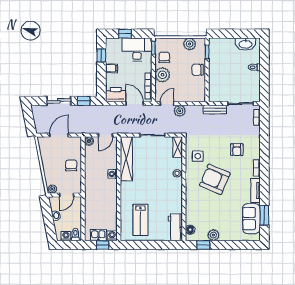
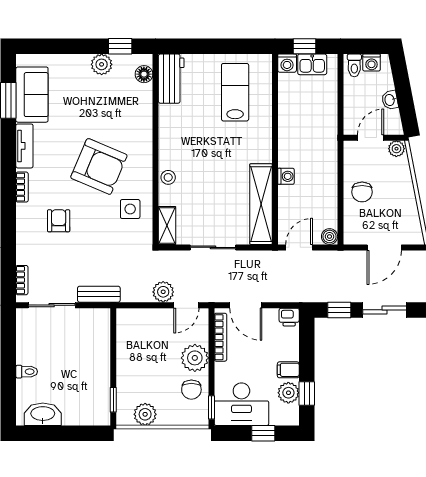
plant: (111, 56) -> (288, 393), added
chair: (198, 70) -> (130, 367), removed
printer: (116, 95) -> (289, 317), width x0.53, depth x0.68

